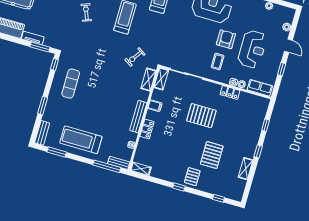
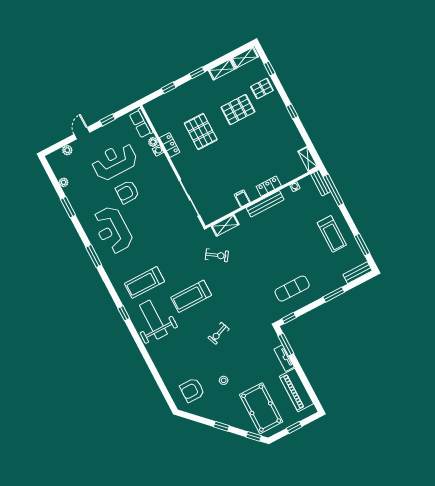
coffee table: (218, 62) -> (153, 181), removed
shelving: (161, 79) -> (245, 58), moved
pallet: (201, 116) -> (201, 131), moved
treadmill: (81, 140) -> (332, 234), width x0.73, depth x0.73
pallet: (192, 177) -> (262, 89), moved

